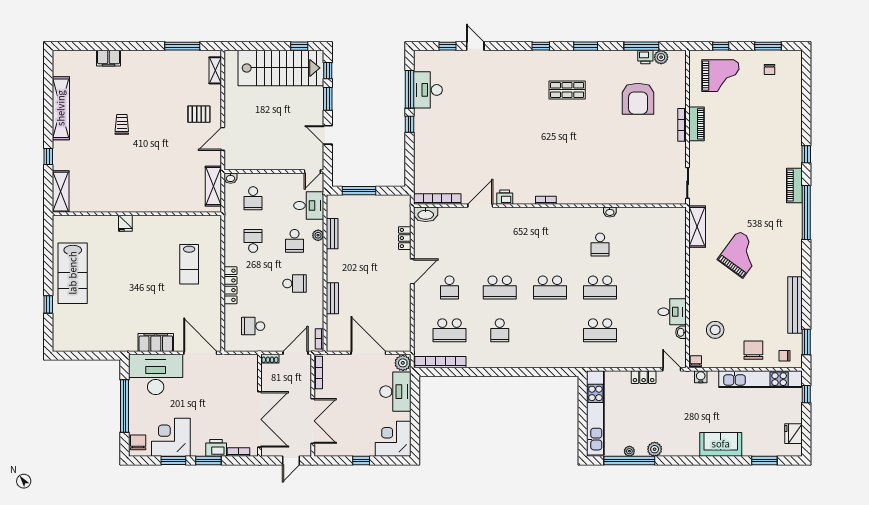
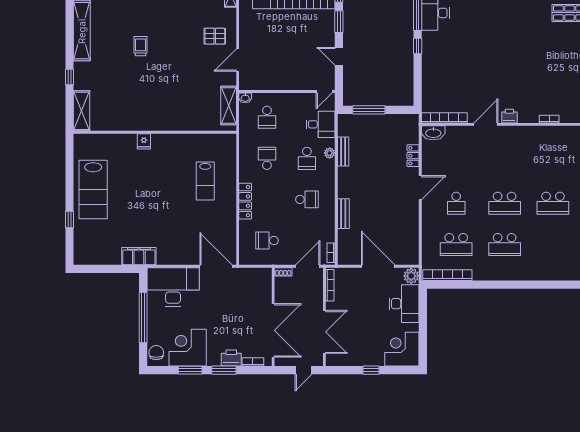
school desk: (500, 330) -> (505, 245), width x1.85
filing cabinet: (156, 342) -> (139, 256), moved

